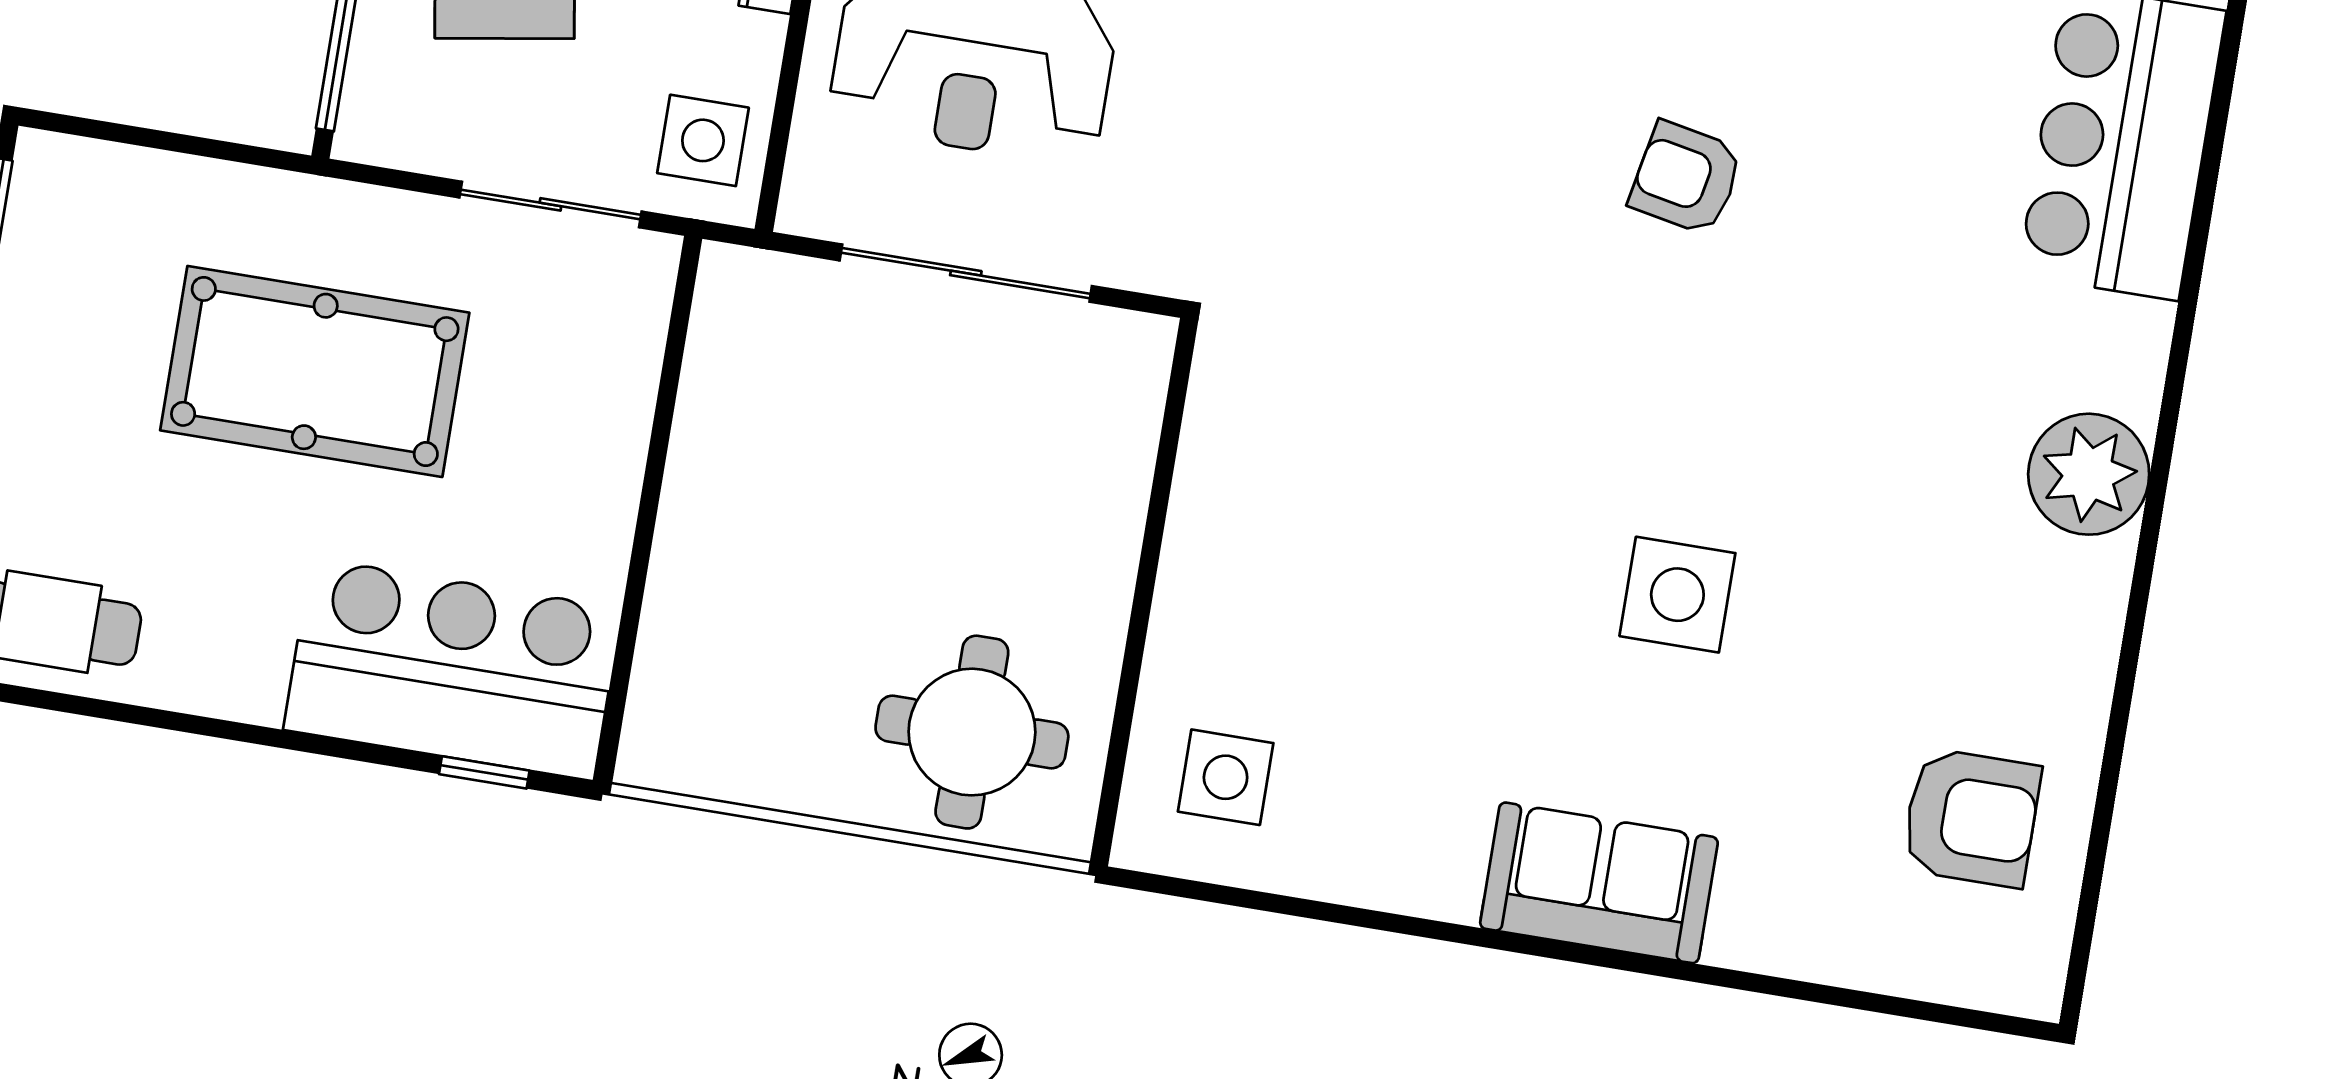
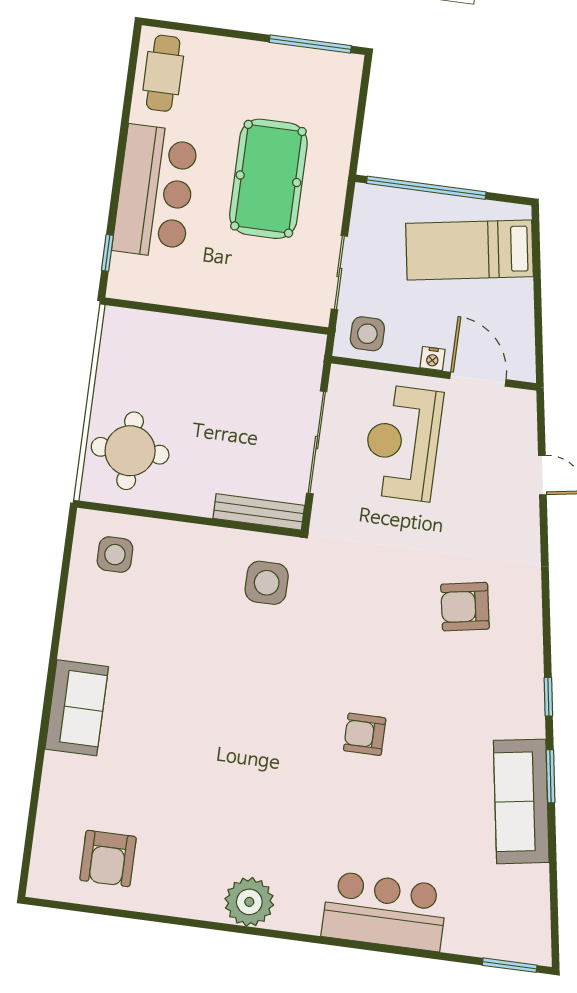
armchair: (1686, 178) -> (365, 734), turned -101
bench: (1132, 421) -> (259, 512), added
side table: (1677, 595) -> (267, 583), moved
bar counter: (453, 669) -> (155, 192), moved

